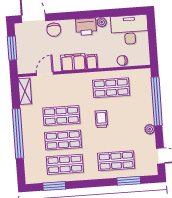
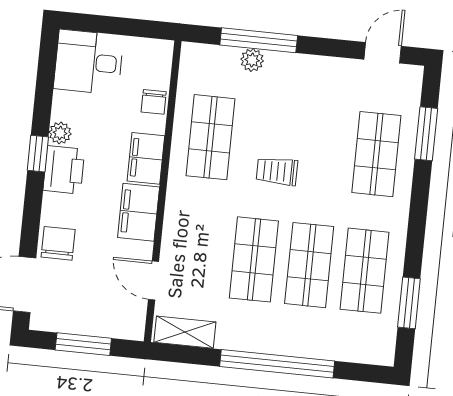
window: (91, 14) -> (38, 154), added
chair: (54, 30) -> (58, 243), turned -90
desk: (130, 30) -> (89, 62), width x0.73
filing cabinet: (92, 62) -> (146, 158), width x2.00
window: (157, 101) -> (259, 40), width x0.68
plant: (150, 129) -> (252, 60), moved

